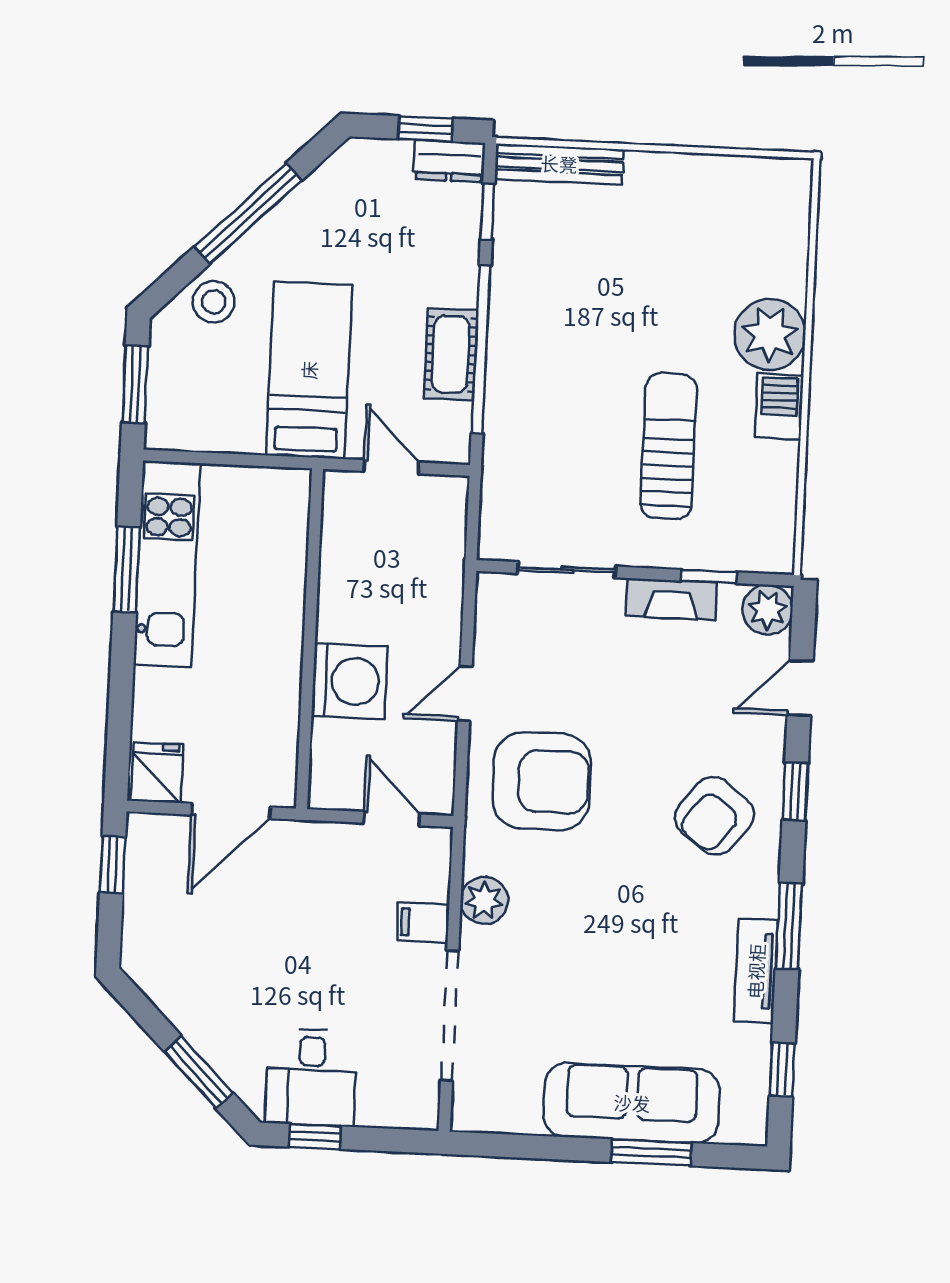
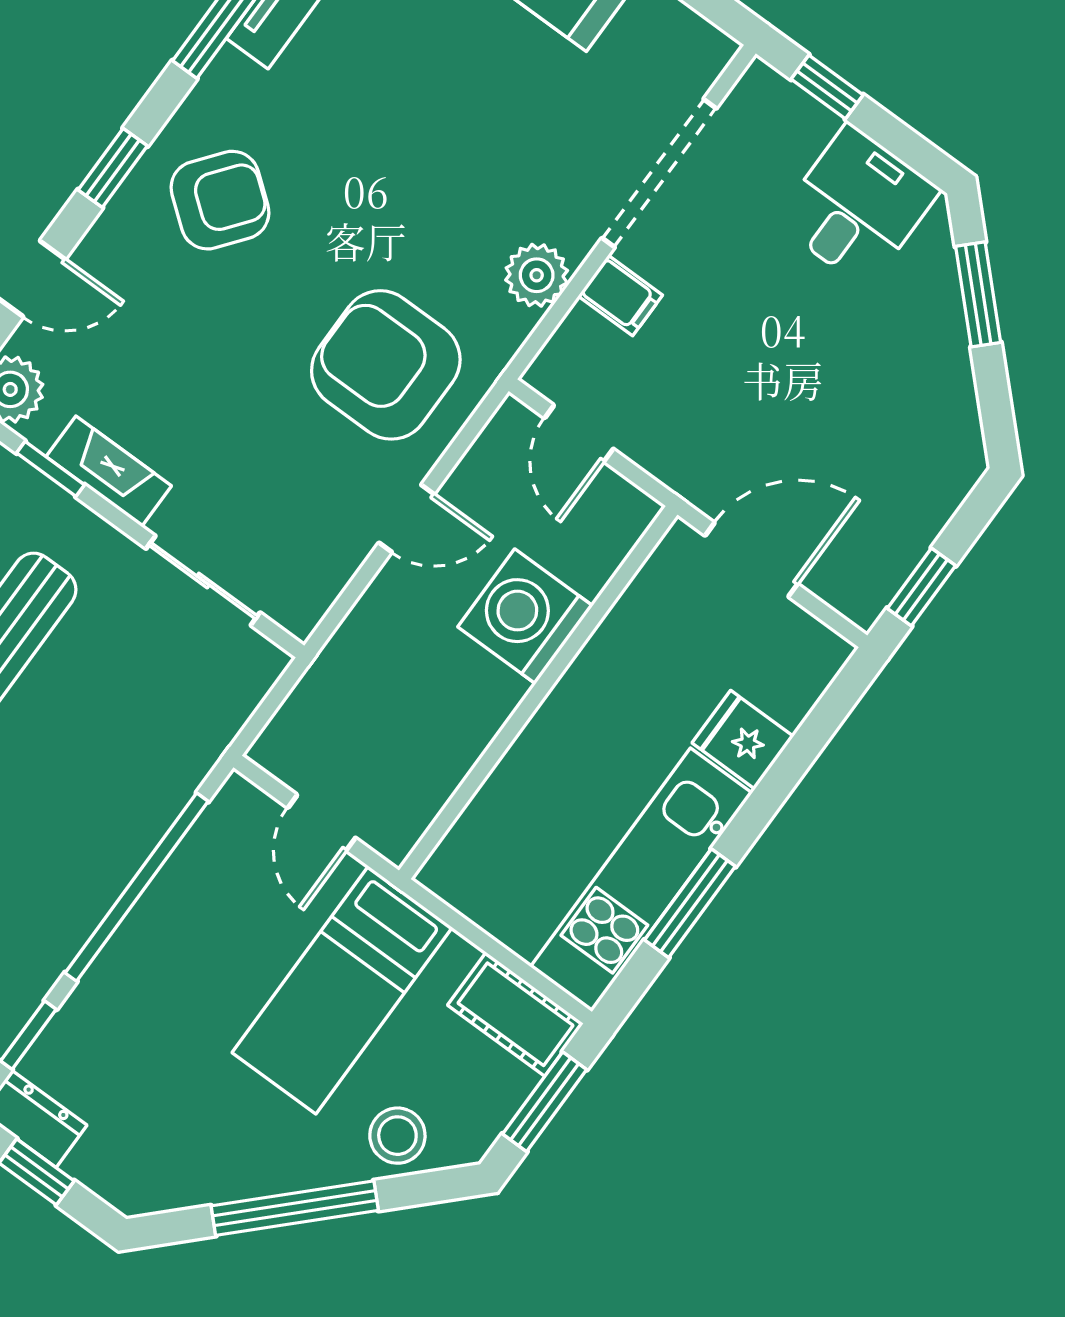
cot: (451, 354) -> (515, 1014), moved, turned 90
fridge: (157, 773) -> (743, 740), moved, turned 90
window: (315, 1137) -> (827, 87), moved

